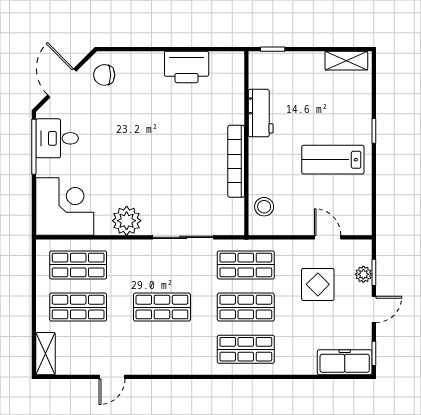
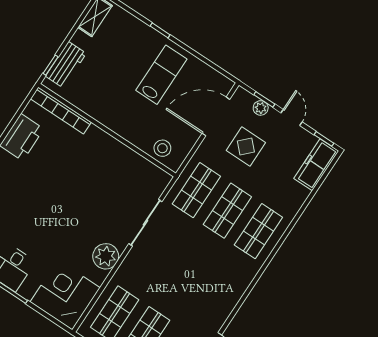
workbench: (261, 113) -> (66, 65), moved, turned 90
lab bench: (333, 160) -> (161, 75), turned 180
bookcase: (236, 161) -> (61, 111), moved
door: (328, 237) -> (216, 116), width x1.88
shop shelf: (162, 307) -> (187, 272), removed

